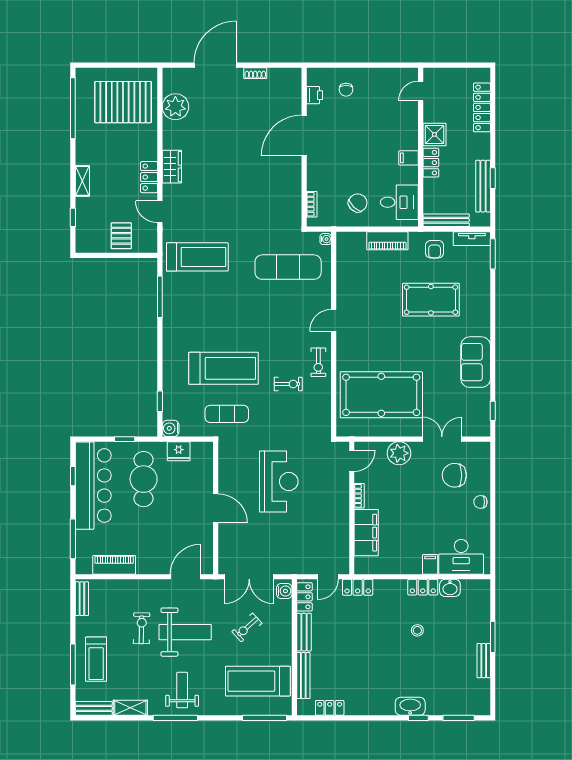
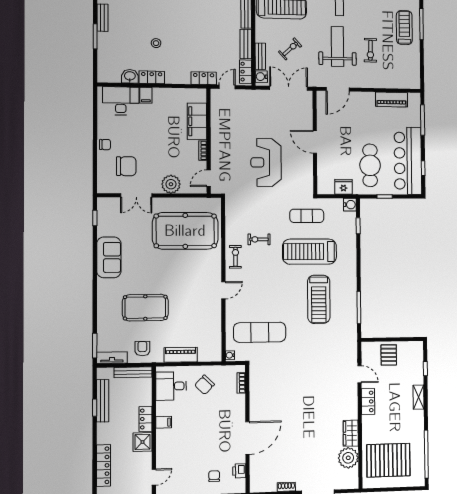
wardrobe: (172, 167) -> (351, 433), moved
treadmill: (197, 257) -> (319, 299), moved, turned -90
bench: (82, 599) -> (260, 56), moved
weight bench: (185, 632) -> (337, 47), turned 90

